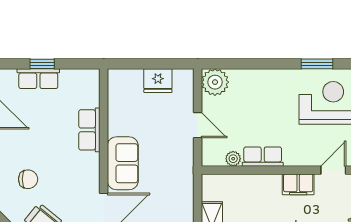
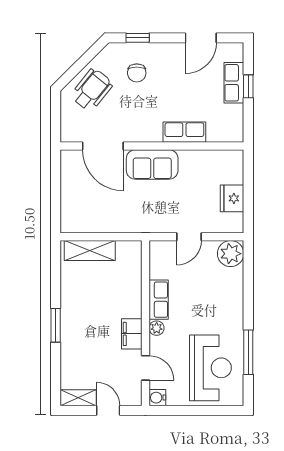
window: (317, 64) -> (248, 352), width x1.44
plant: (233, 159) -> (157, 328), moved

